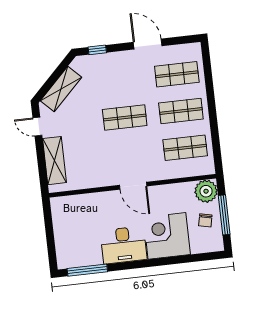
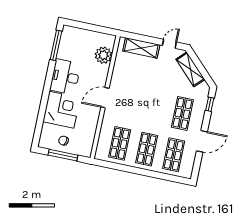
shop shelf: (125, 117) -> (182, 113), moved
plant: (206, 191) -> (103, 55), moved

